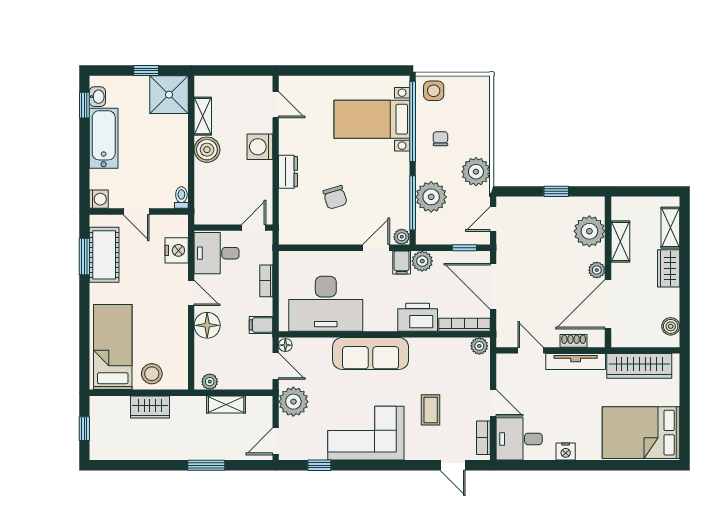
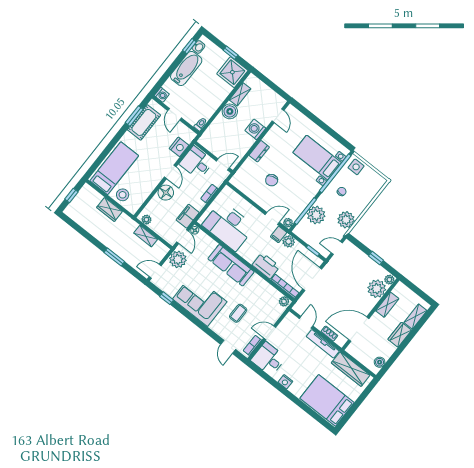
plant: (597, 270) -> (389, 280), moved
filing cabinet: (261, 325) -> (188, 216), width x2.00
door: (493, 403) -> (270, 333), swing flipped

